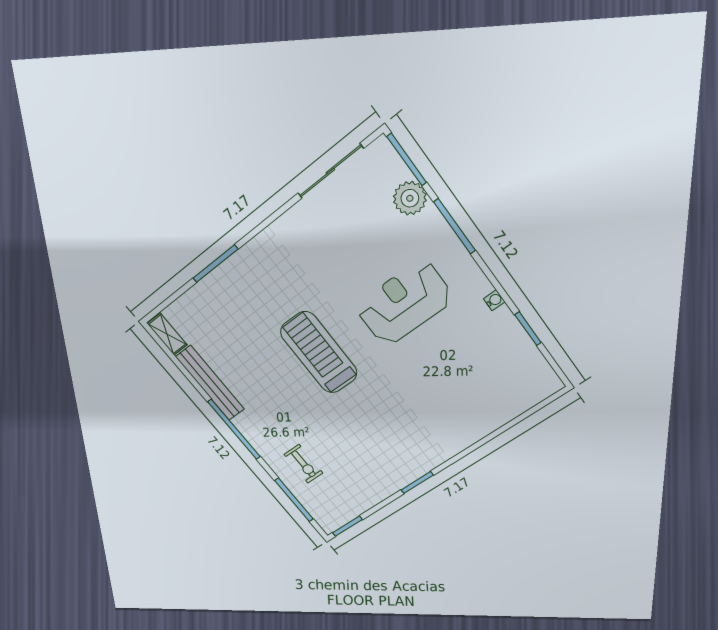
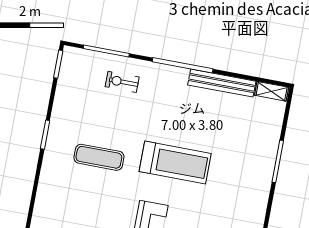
exercise mat: (387, 421) -> (99, 157), added

